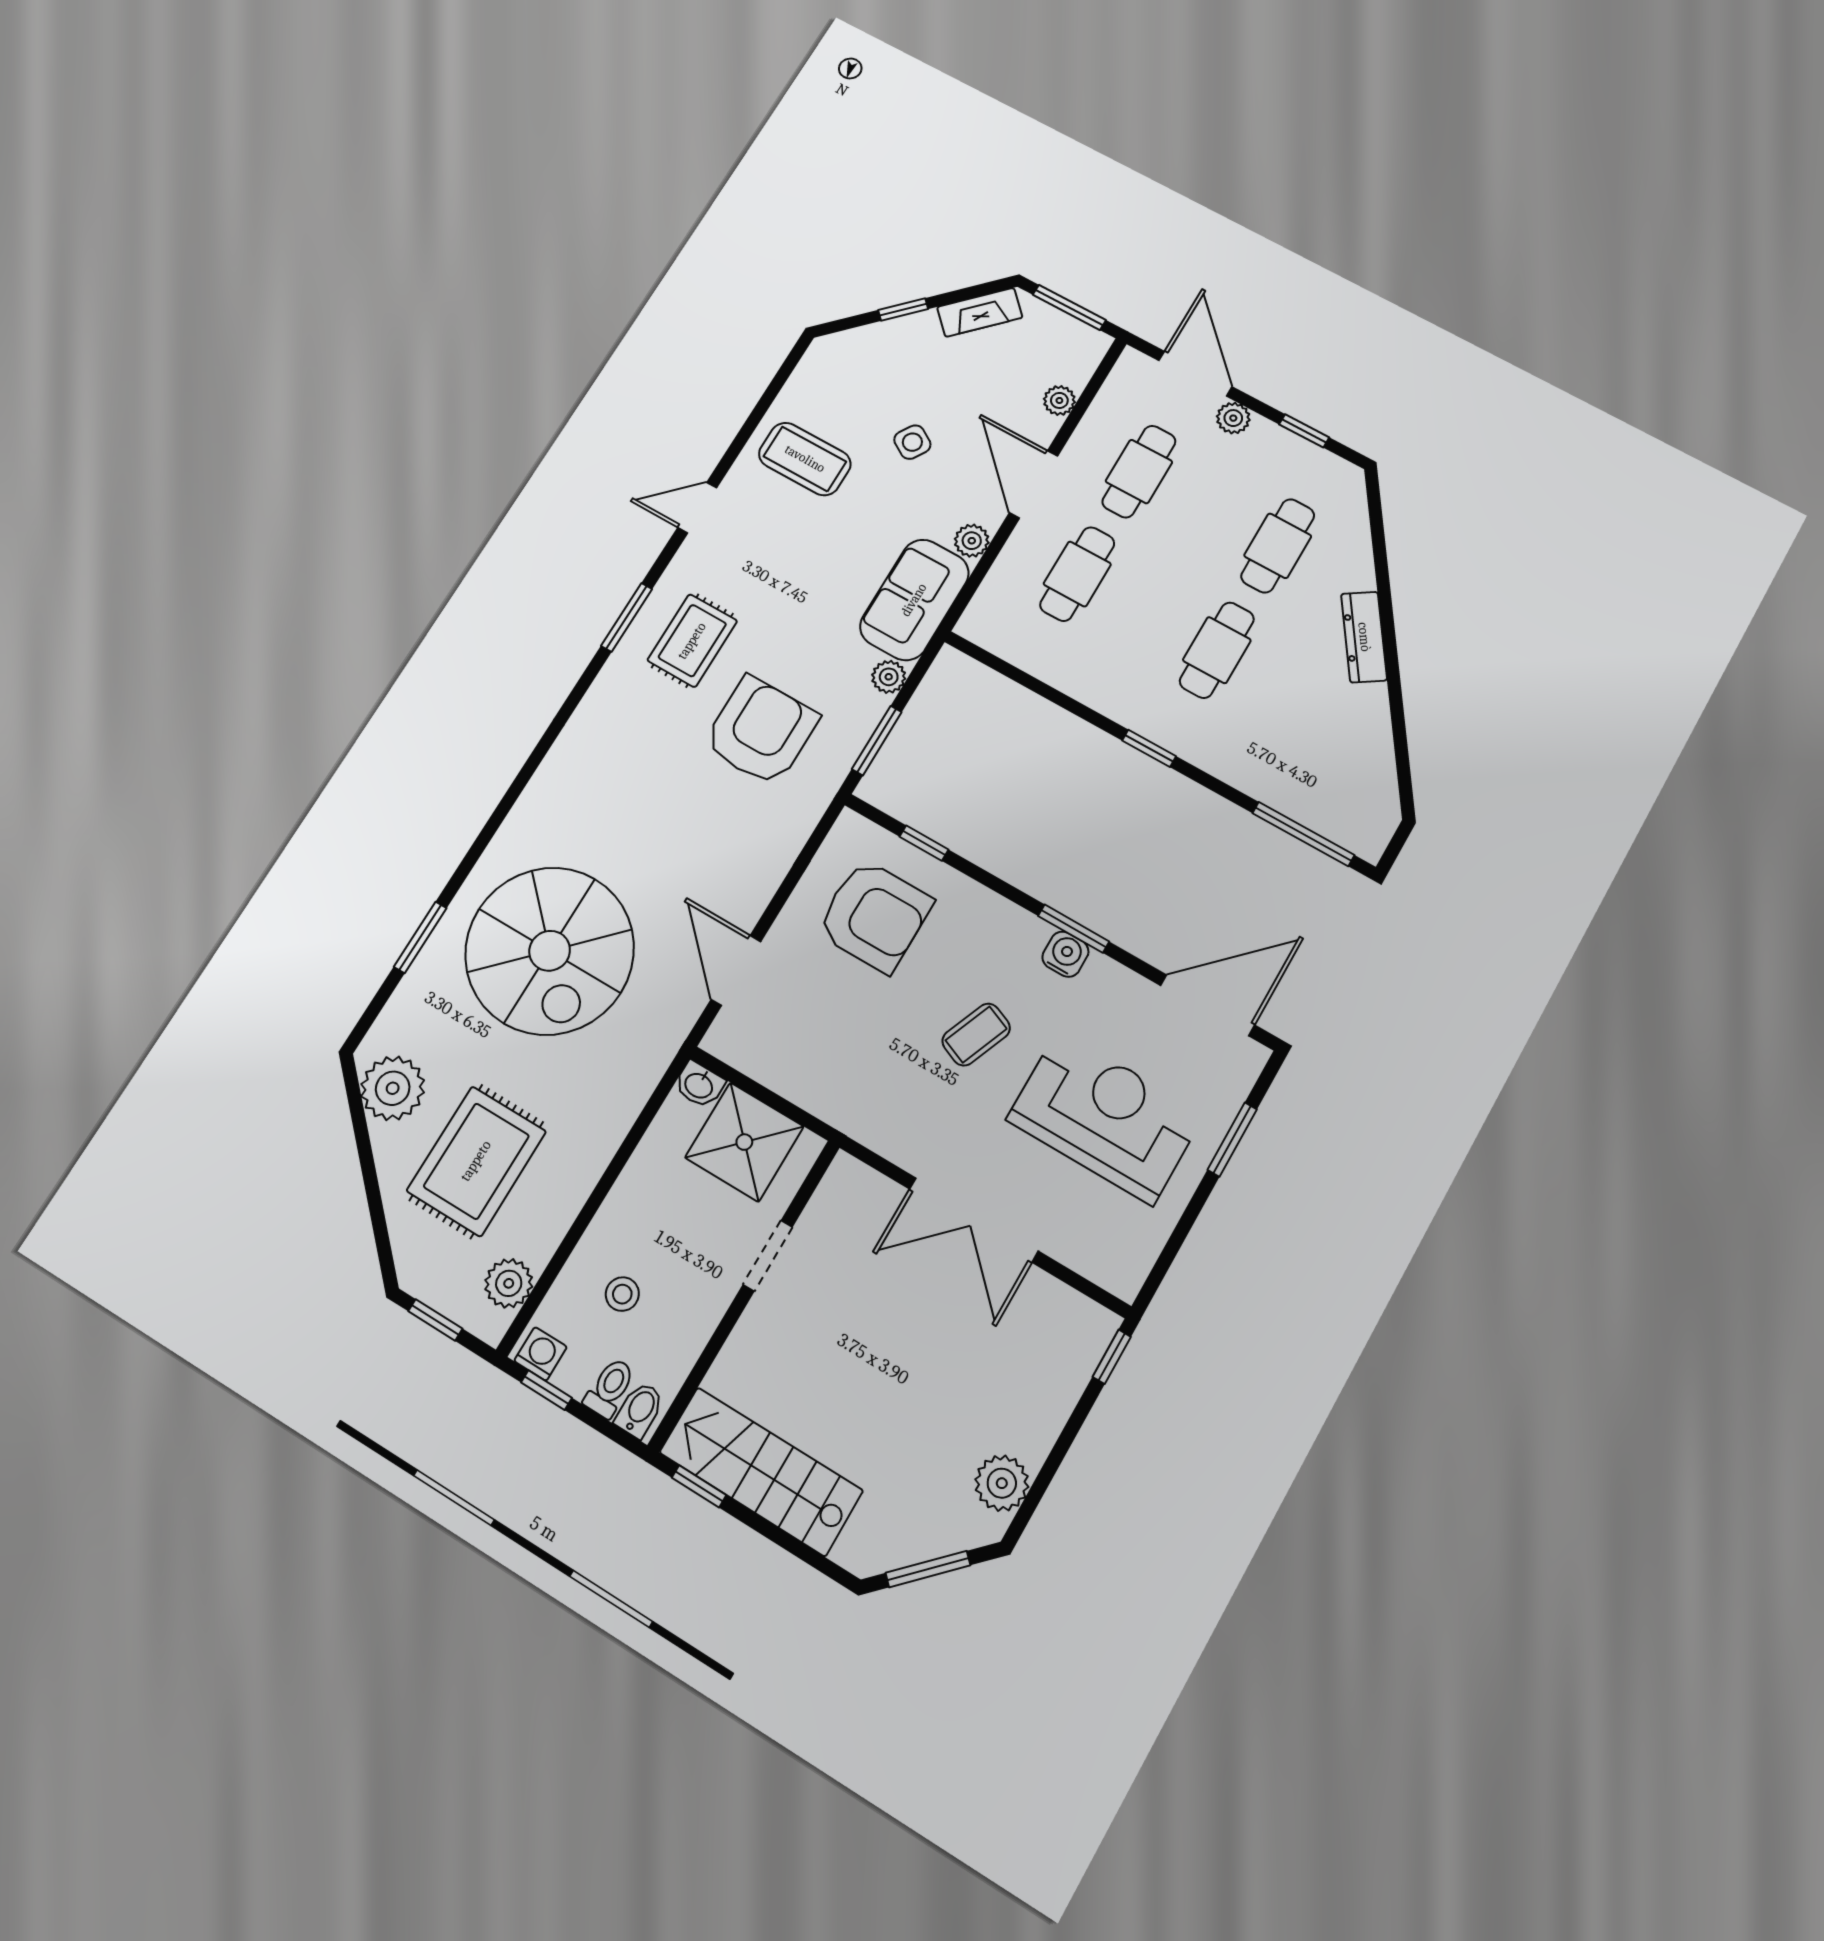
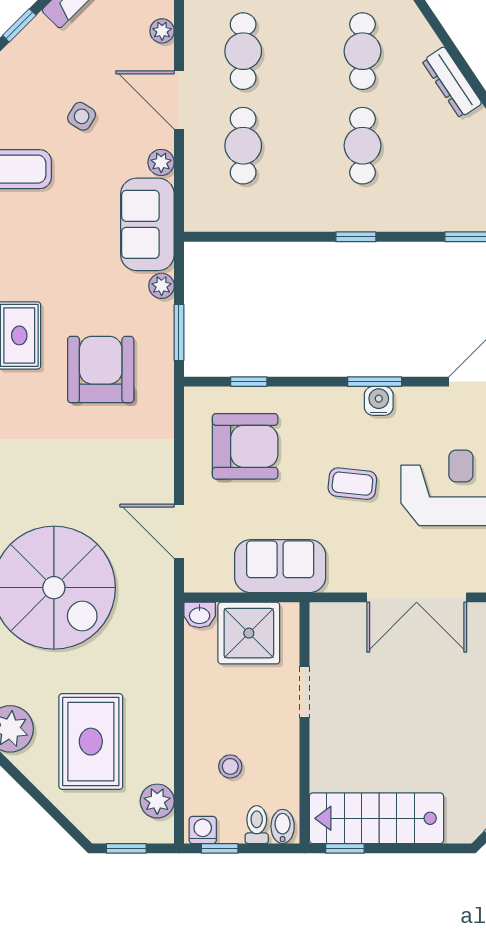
coffee table: (976, 1035) -> (352, 484), turned 74
sofa: (831, 1083) -> (280, 566), added

